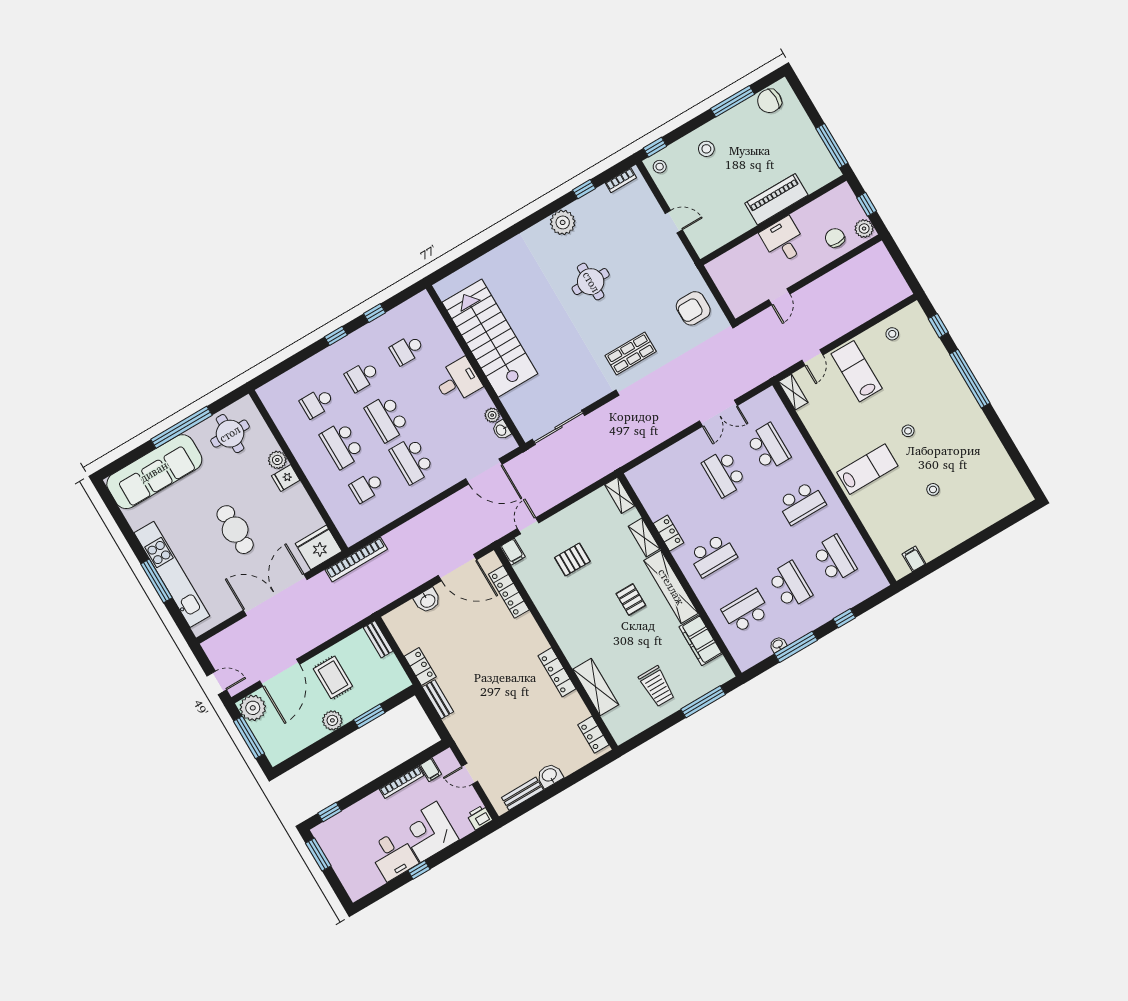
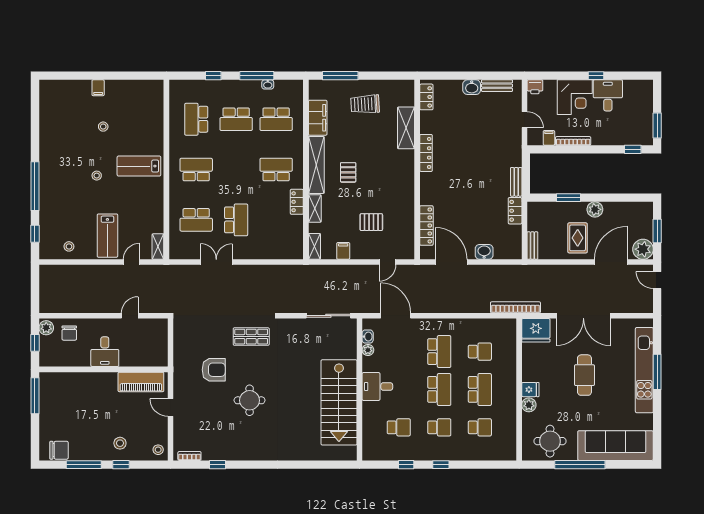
window: (655, 147) -> (121, 465), moved
piano: (776, 199) -> (141, 382), moved
plant: (563, 222) -> (245, 451), removed
armchair: (693, 308) -> (214, 370), moved
school desk: (768, 447) -> (196, 220), turned -90
filing cabinet: (513, 552) -> (343, 251), moved
filing cabinet: (914, 559) -> (98, 88), moved
school desk: (790, 585) -> (236, 119), turned -90
trolley: (657, 686) -> (365, 104), turned -93
window: (249, 737) -> (657, 231), width x0.69

